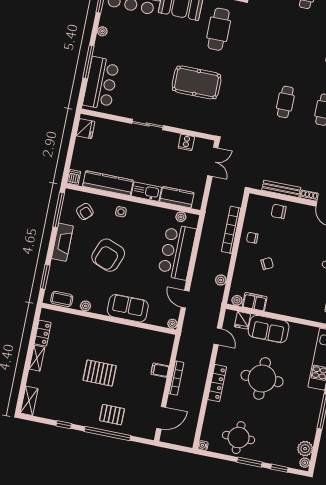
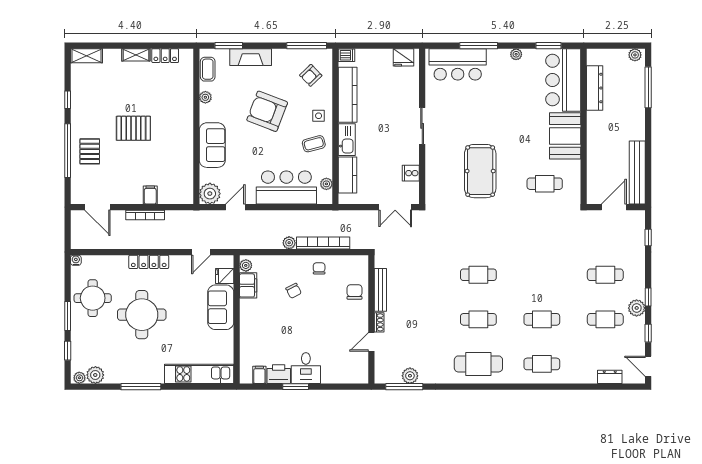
cafe table: (219, 29) -> (545, 184), width x0.73, depth x0.74
coffee table: (144, 221) -> (314, 144), added
fireplace: (62, 242) -> (251, 57), moved
plant: (221, 280) -> (289, 243), moved
plant: (172, 324) -> (210, 194), width x1.88, depth x1.88
pallet: (100, 373) -> (133, 128), turned 90
round table: (262, 379) -> (142, 315), moved

